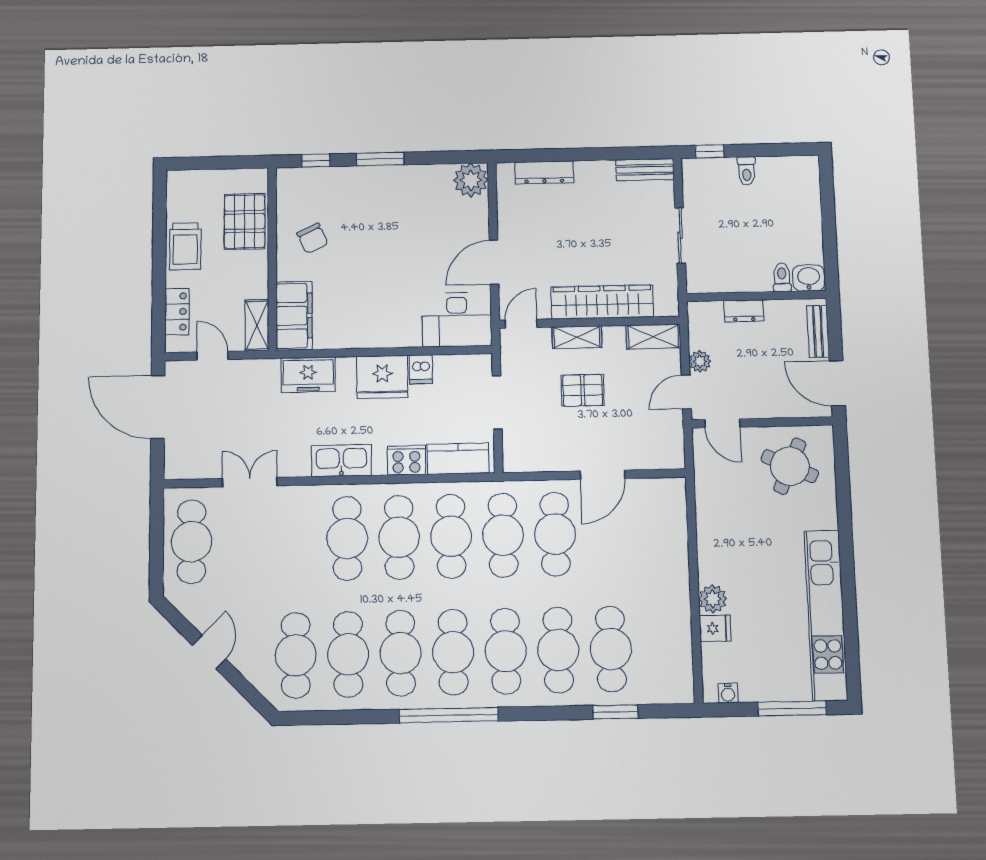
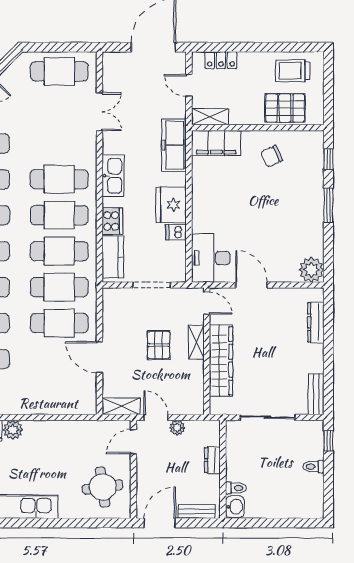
sliding door: (680, 235) -> (268, 417), width x1.37
trolley: (185, 246) -> (293, 71), moved
shelving: (653, 337) -> (121, 406), moved, turned 90
door: (212, 356) -> (189, 85), swing flipped
freezer: (308, 375) -> (174, 145), width x1.40
round table: (790, 466) -> (103, 487), turned -32

